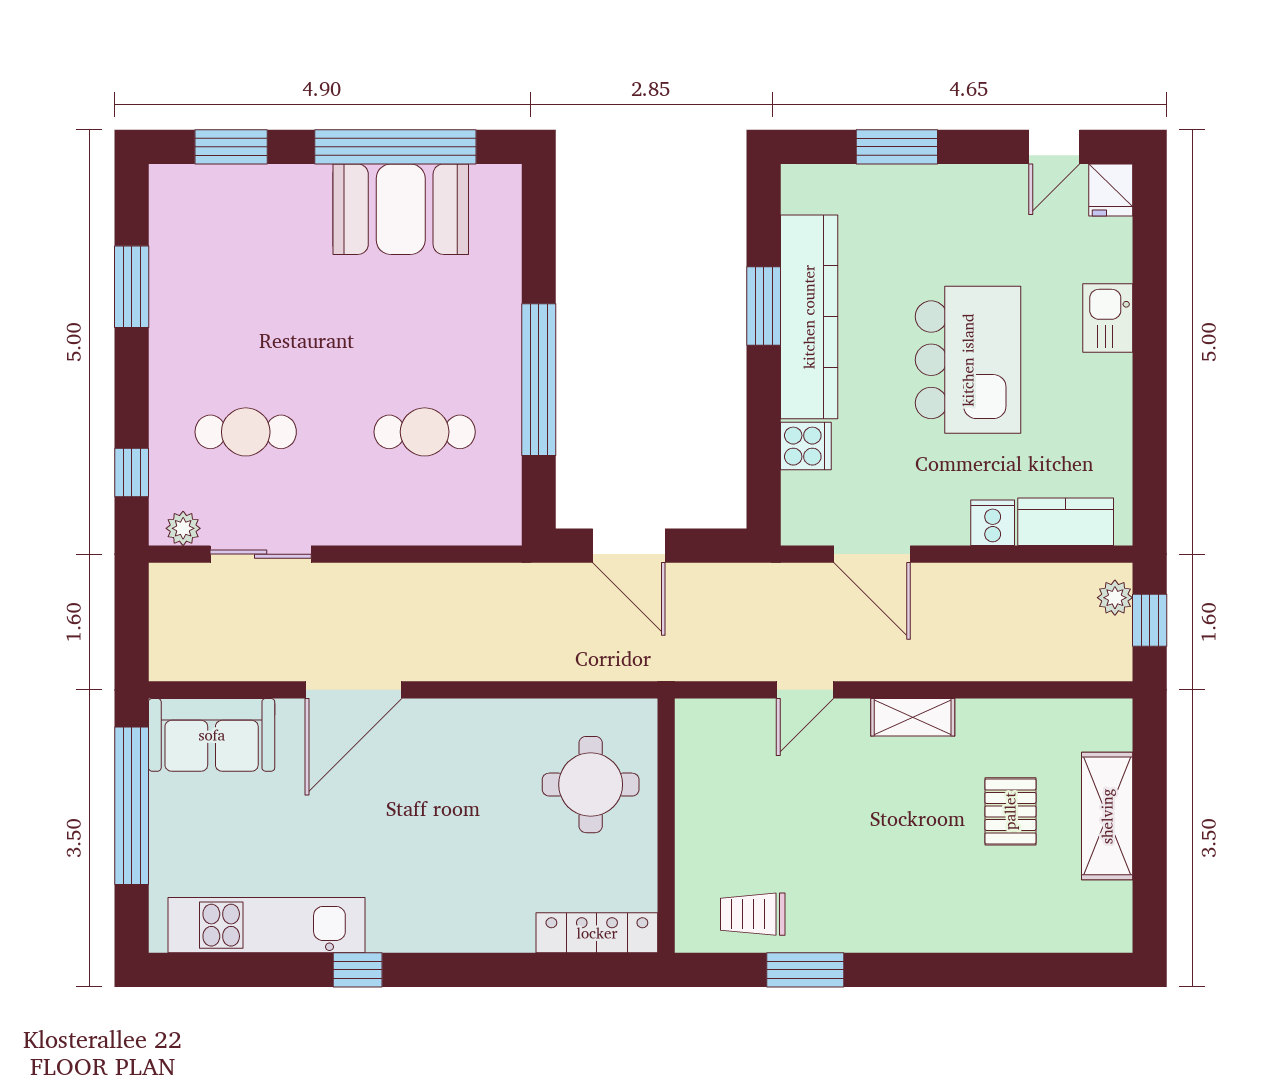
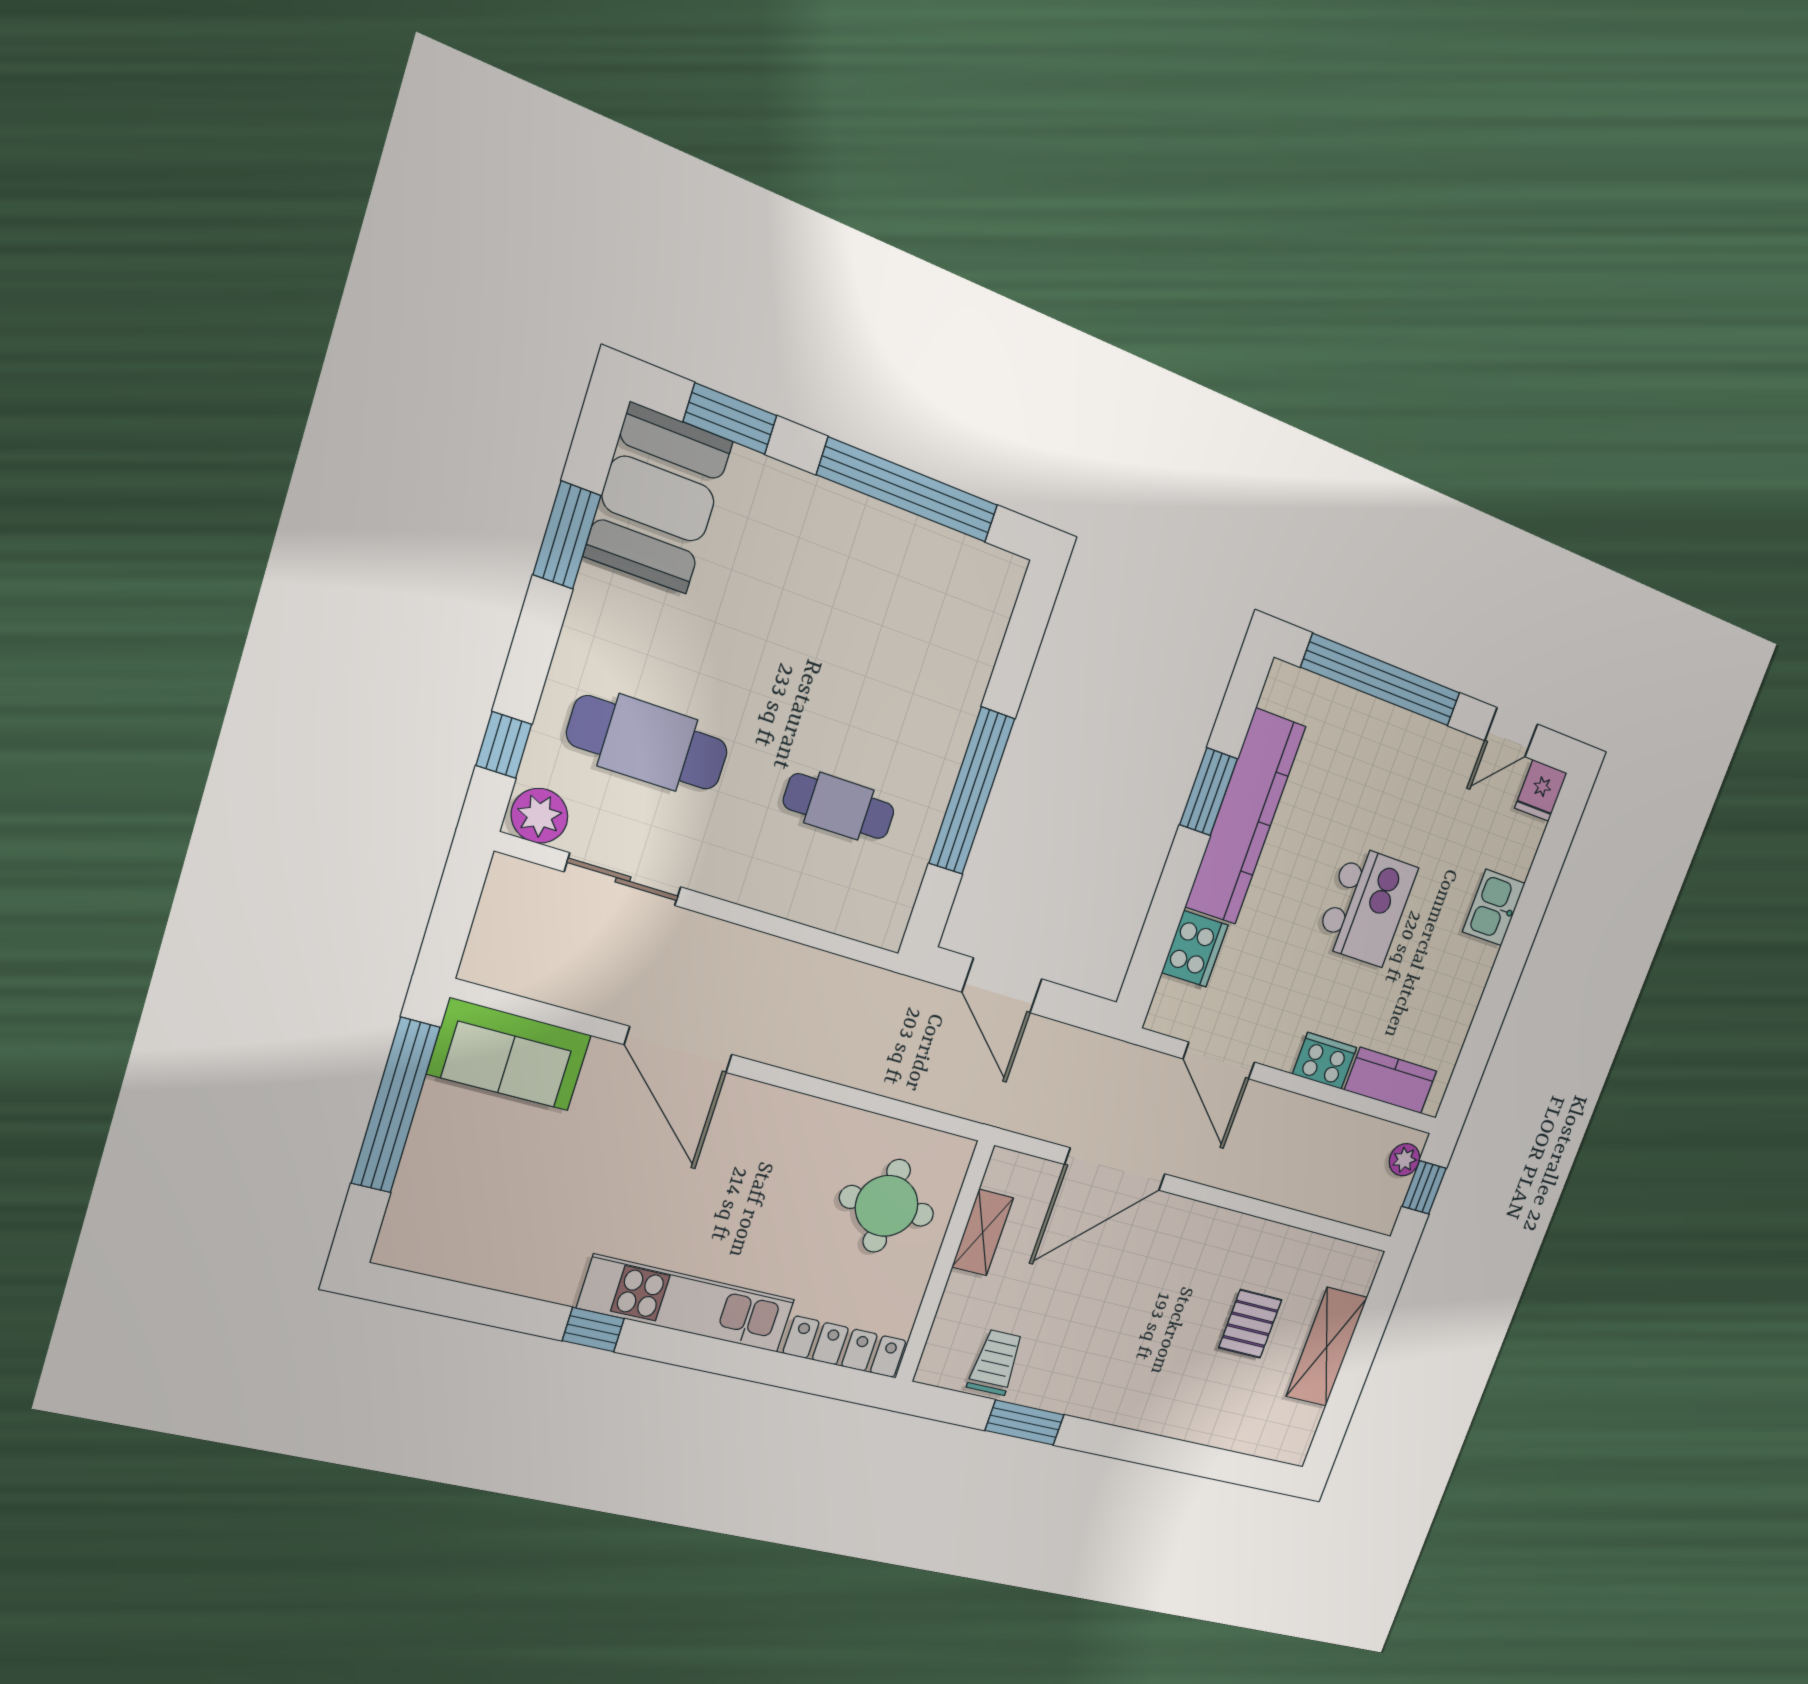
window: (897, 147) -> (1381, 680), width x2.11
booth: (401, 209) -> (658, 499), moved, turned 90
kitchen island: (968, 360) -> (1366, 906), width x0.73, depth x0.78
cafe table: (246, 432) -> (648, 743), width x1.37, depth x1.35
cooker: (806, 446) -> (1195, 949), width x1.36
cooker: (993, 523) -> (1325, 1061), width x1.36
plant: (183, 528) -> (539, 816), width x1.38, depth x1.38
door: (353, 690) -> (678, 1050), hinge flipped
door: (805, 690) -> (1115, 1169), width x1.88
shelving: (913, 717) -> (983, 1232), moved, turned 90
trolley: (753, 914) -> (996, 1362), turned 90
kitchen unit: (266, 925) -> (687, 1304), moved

